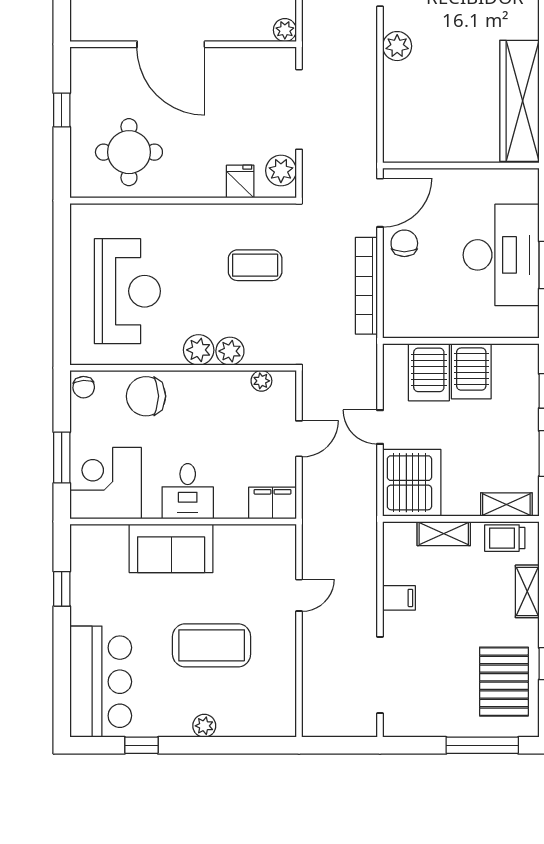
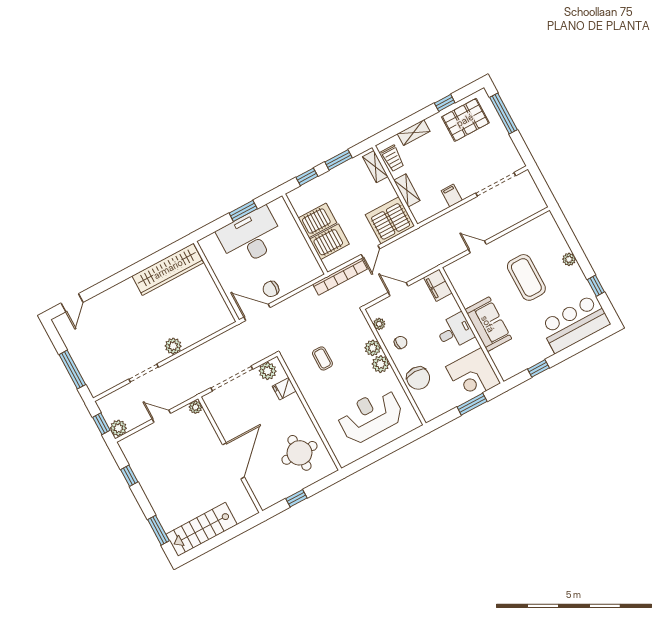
coffee table: (255, 265) -> (322, 358), width x0.73, depth x0.77
bookcase: (366, 286) -> (340, 277), moved
chair: (84, 387) -> (401, 342), moved

